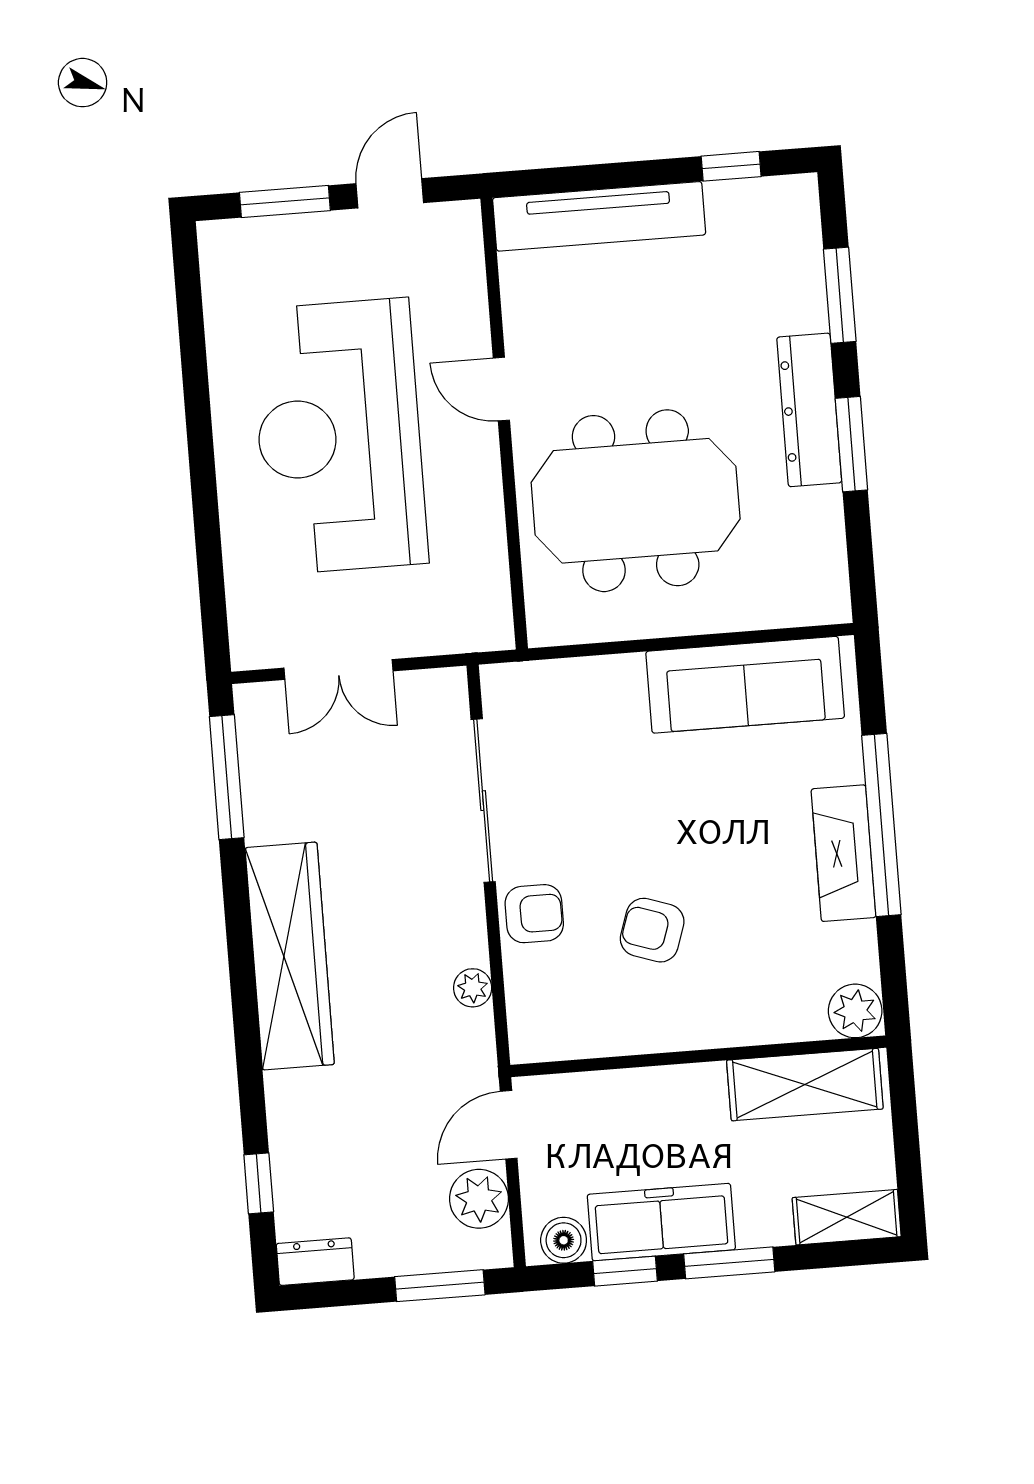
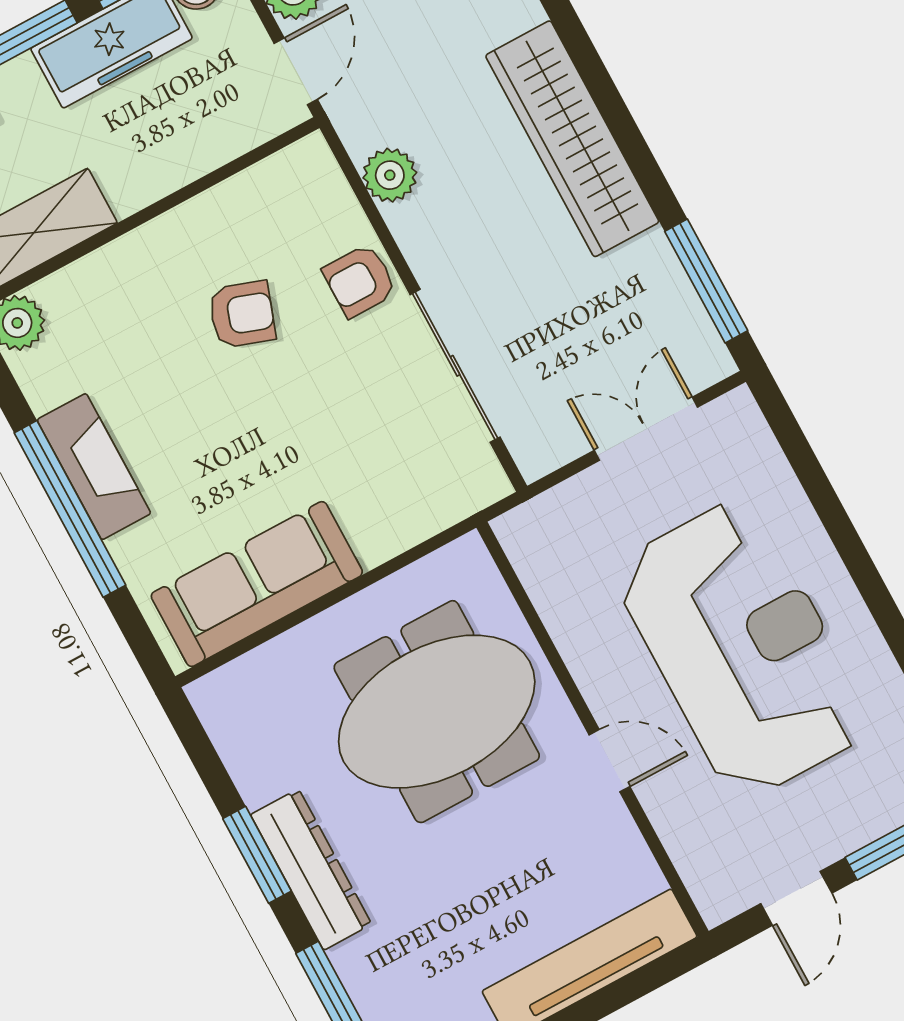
plant: (473, 988) -> (390, 175), width x1.38, depth x1.38

